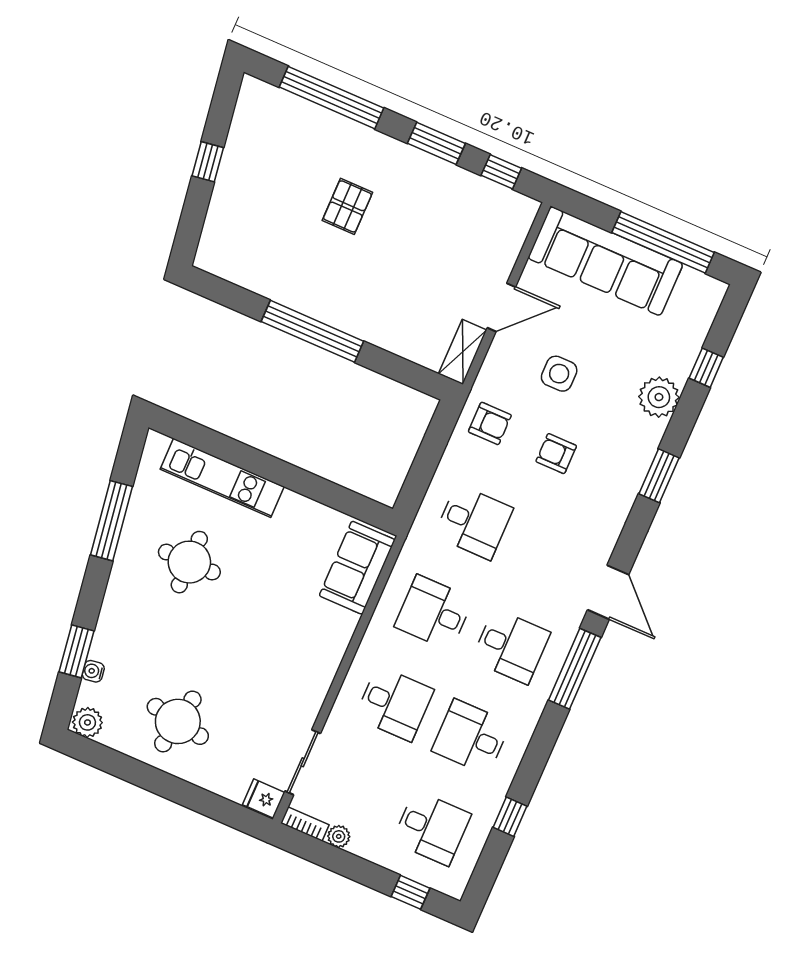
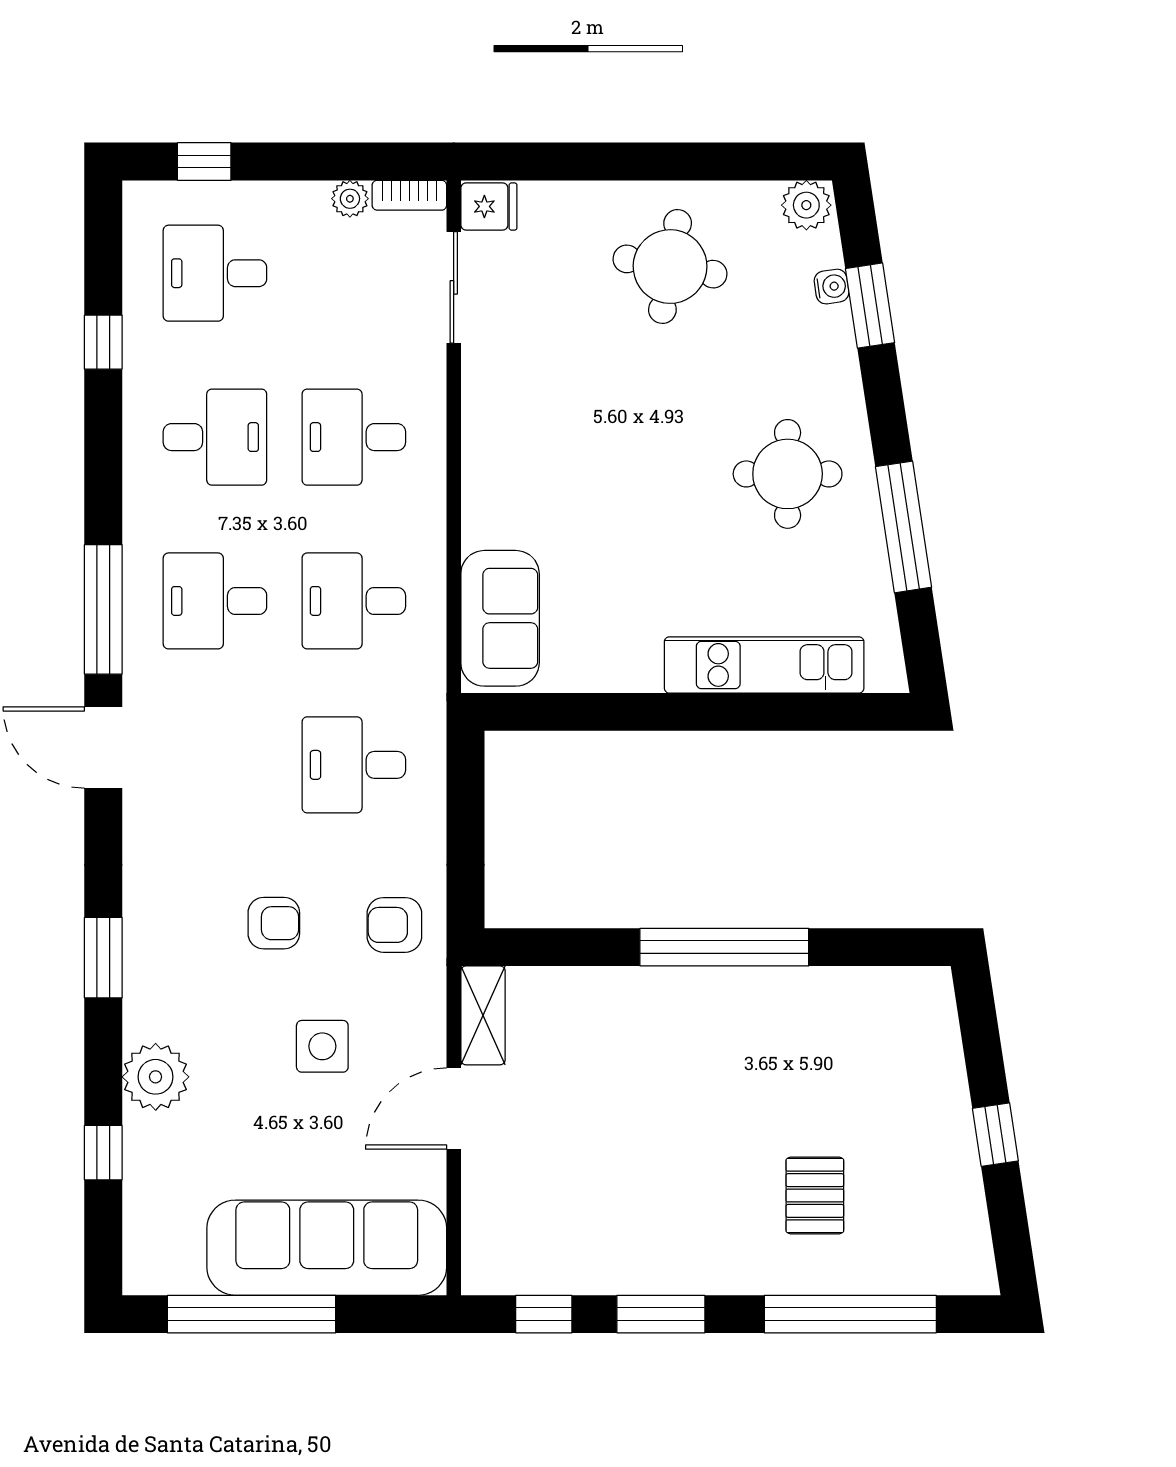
pallet: (347, 206) -> (815, 1196), moved
round table: (189, 562) -> (788, 474), moved
desk: (434, 613) -> (354, 601), turned 180

